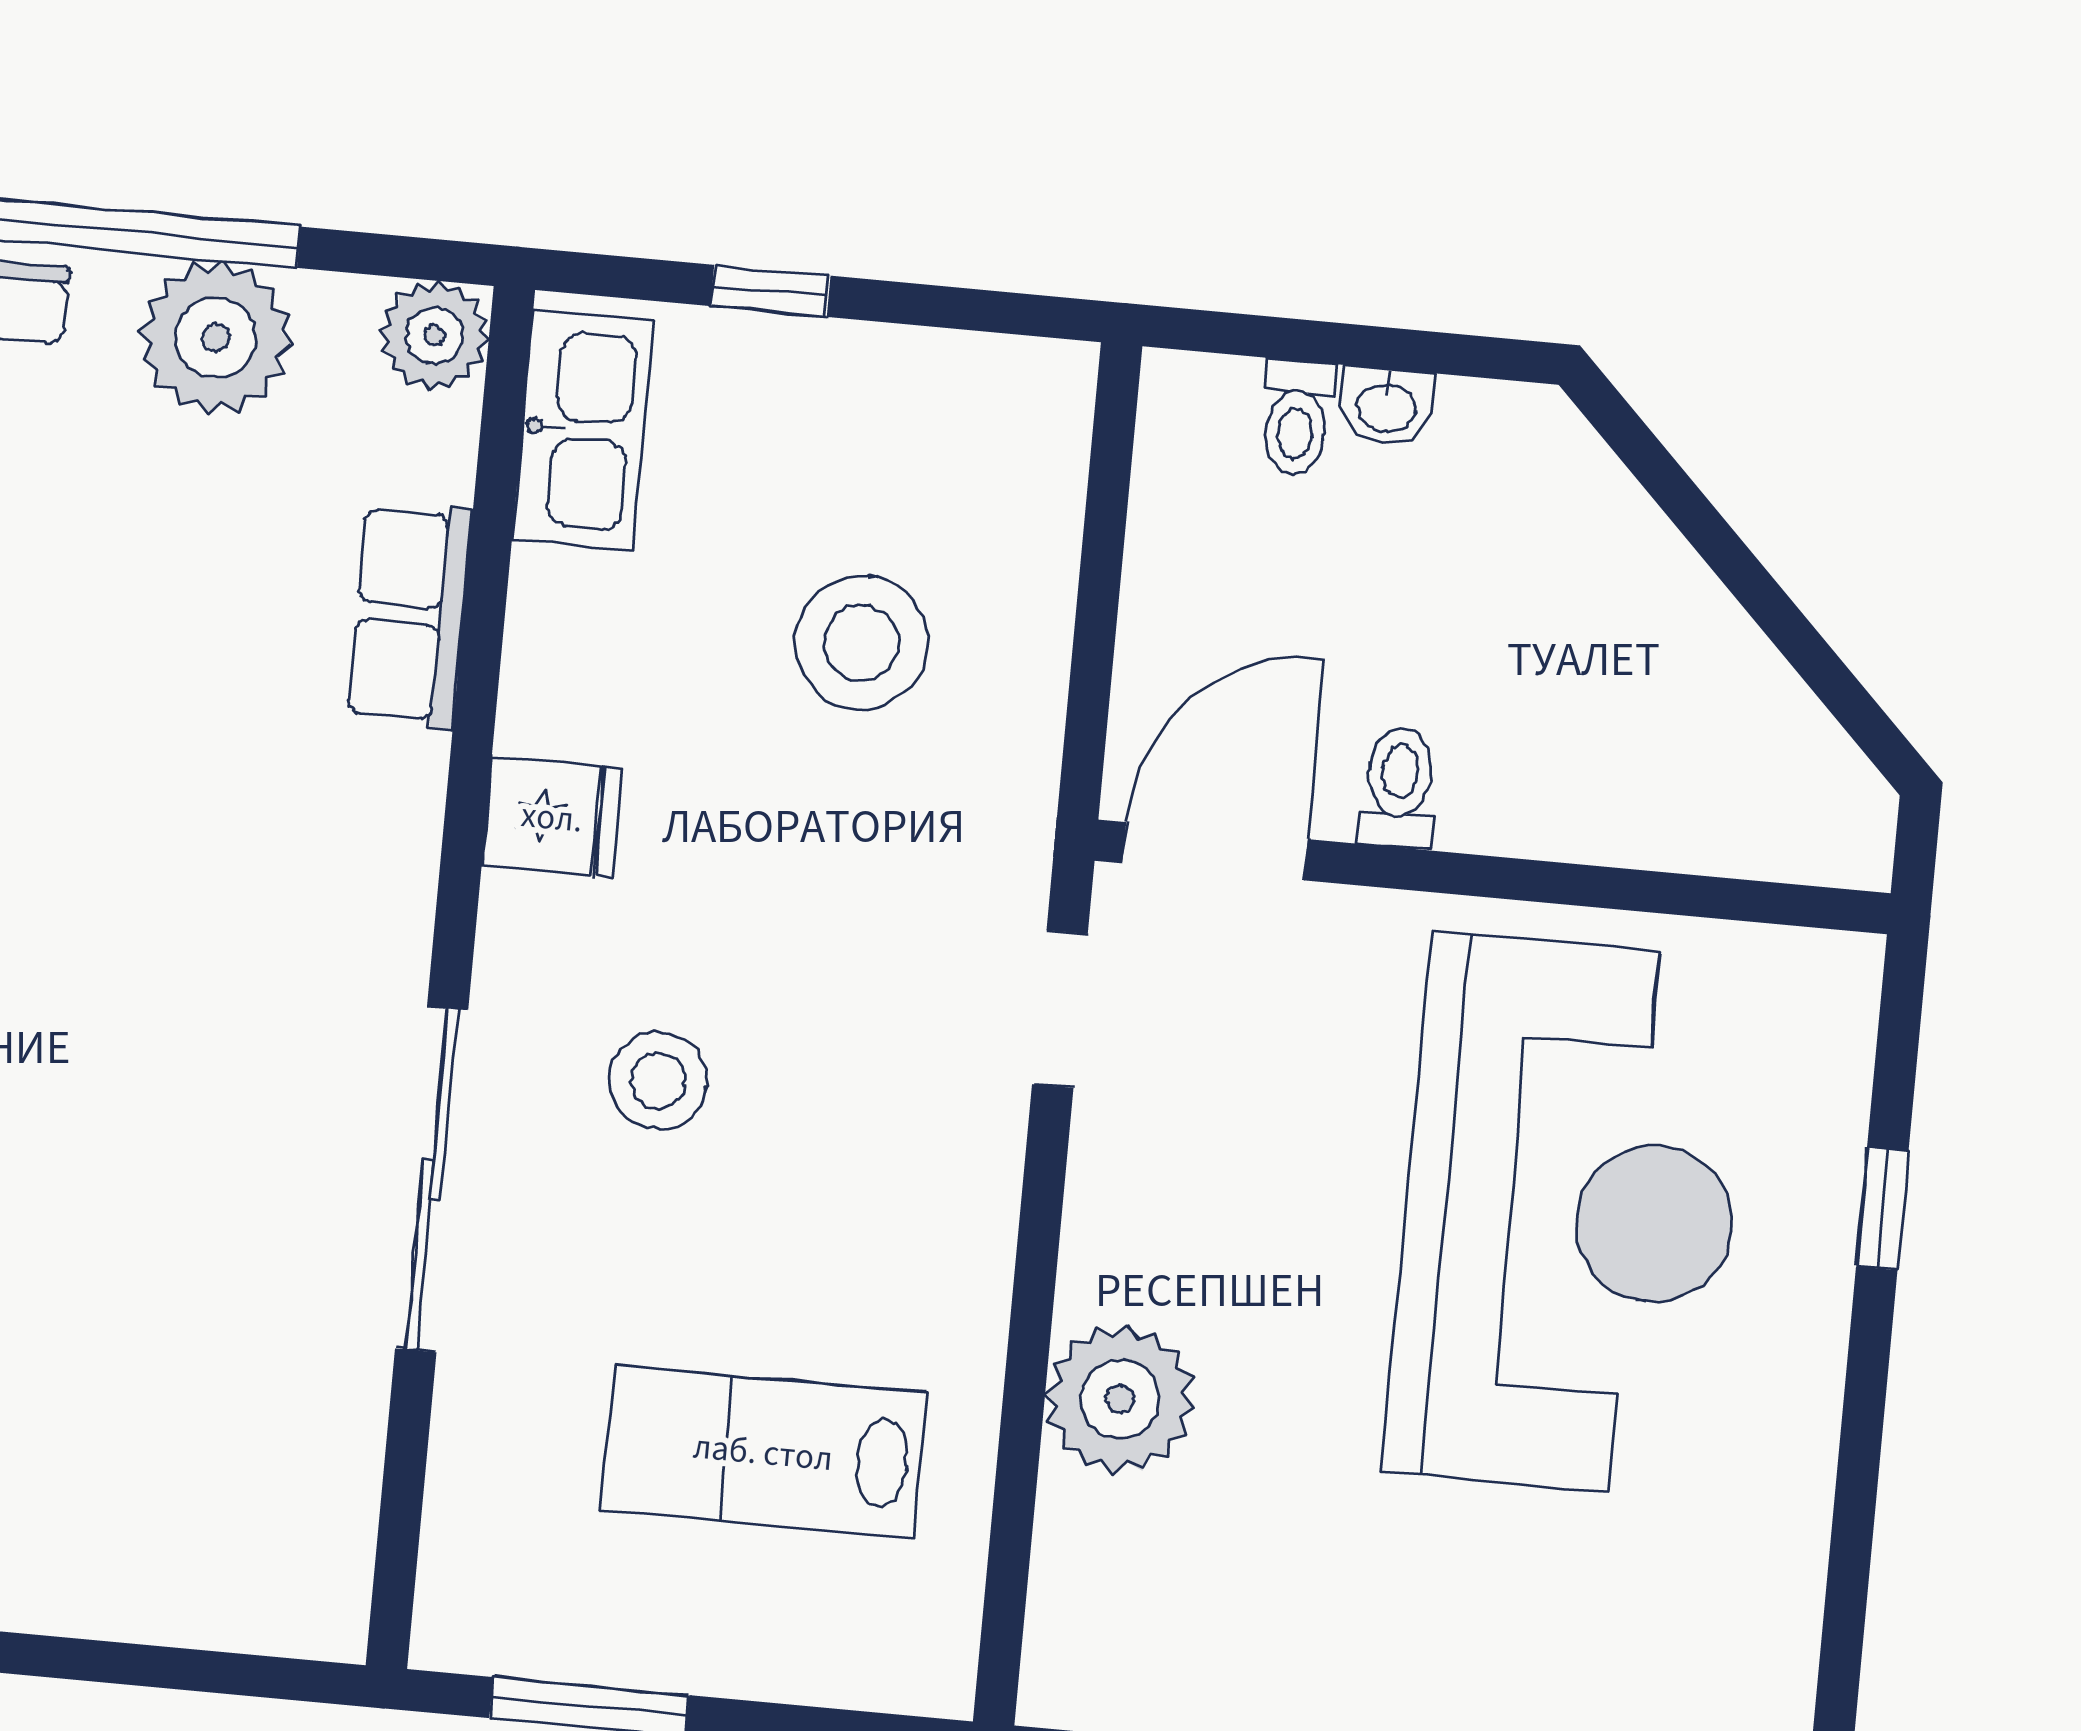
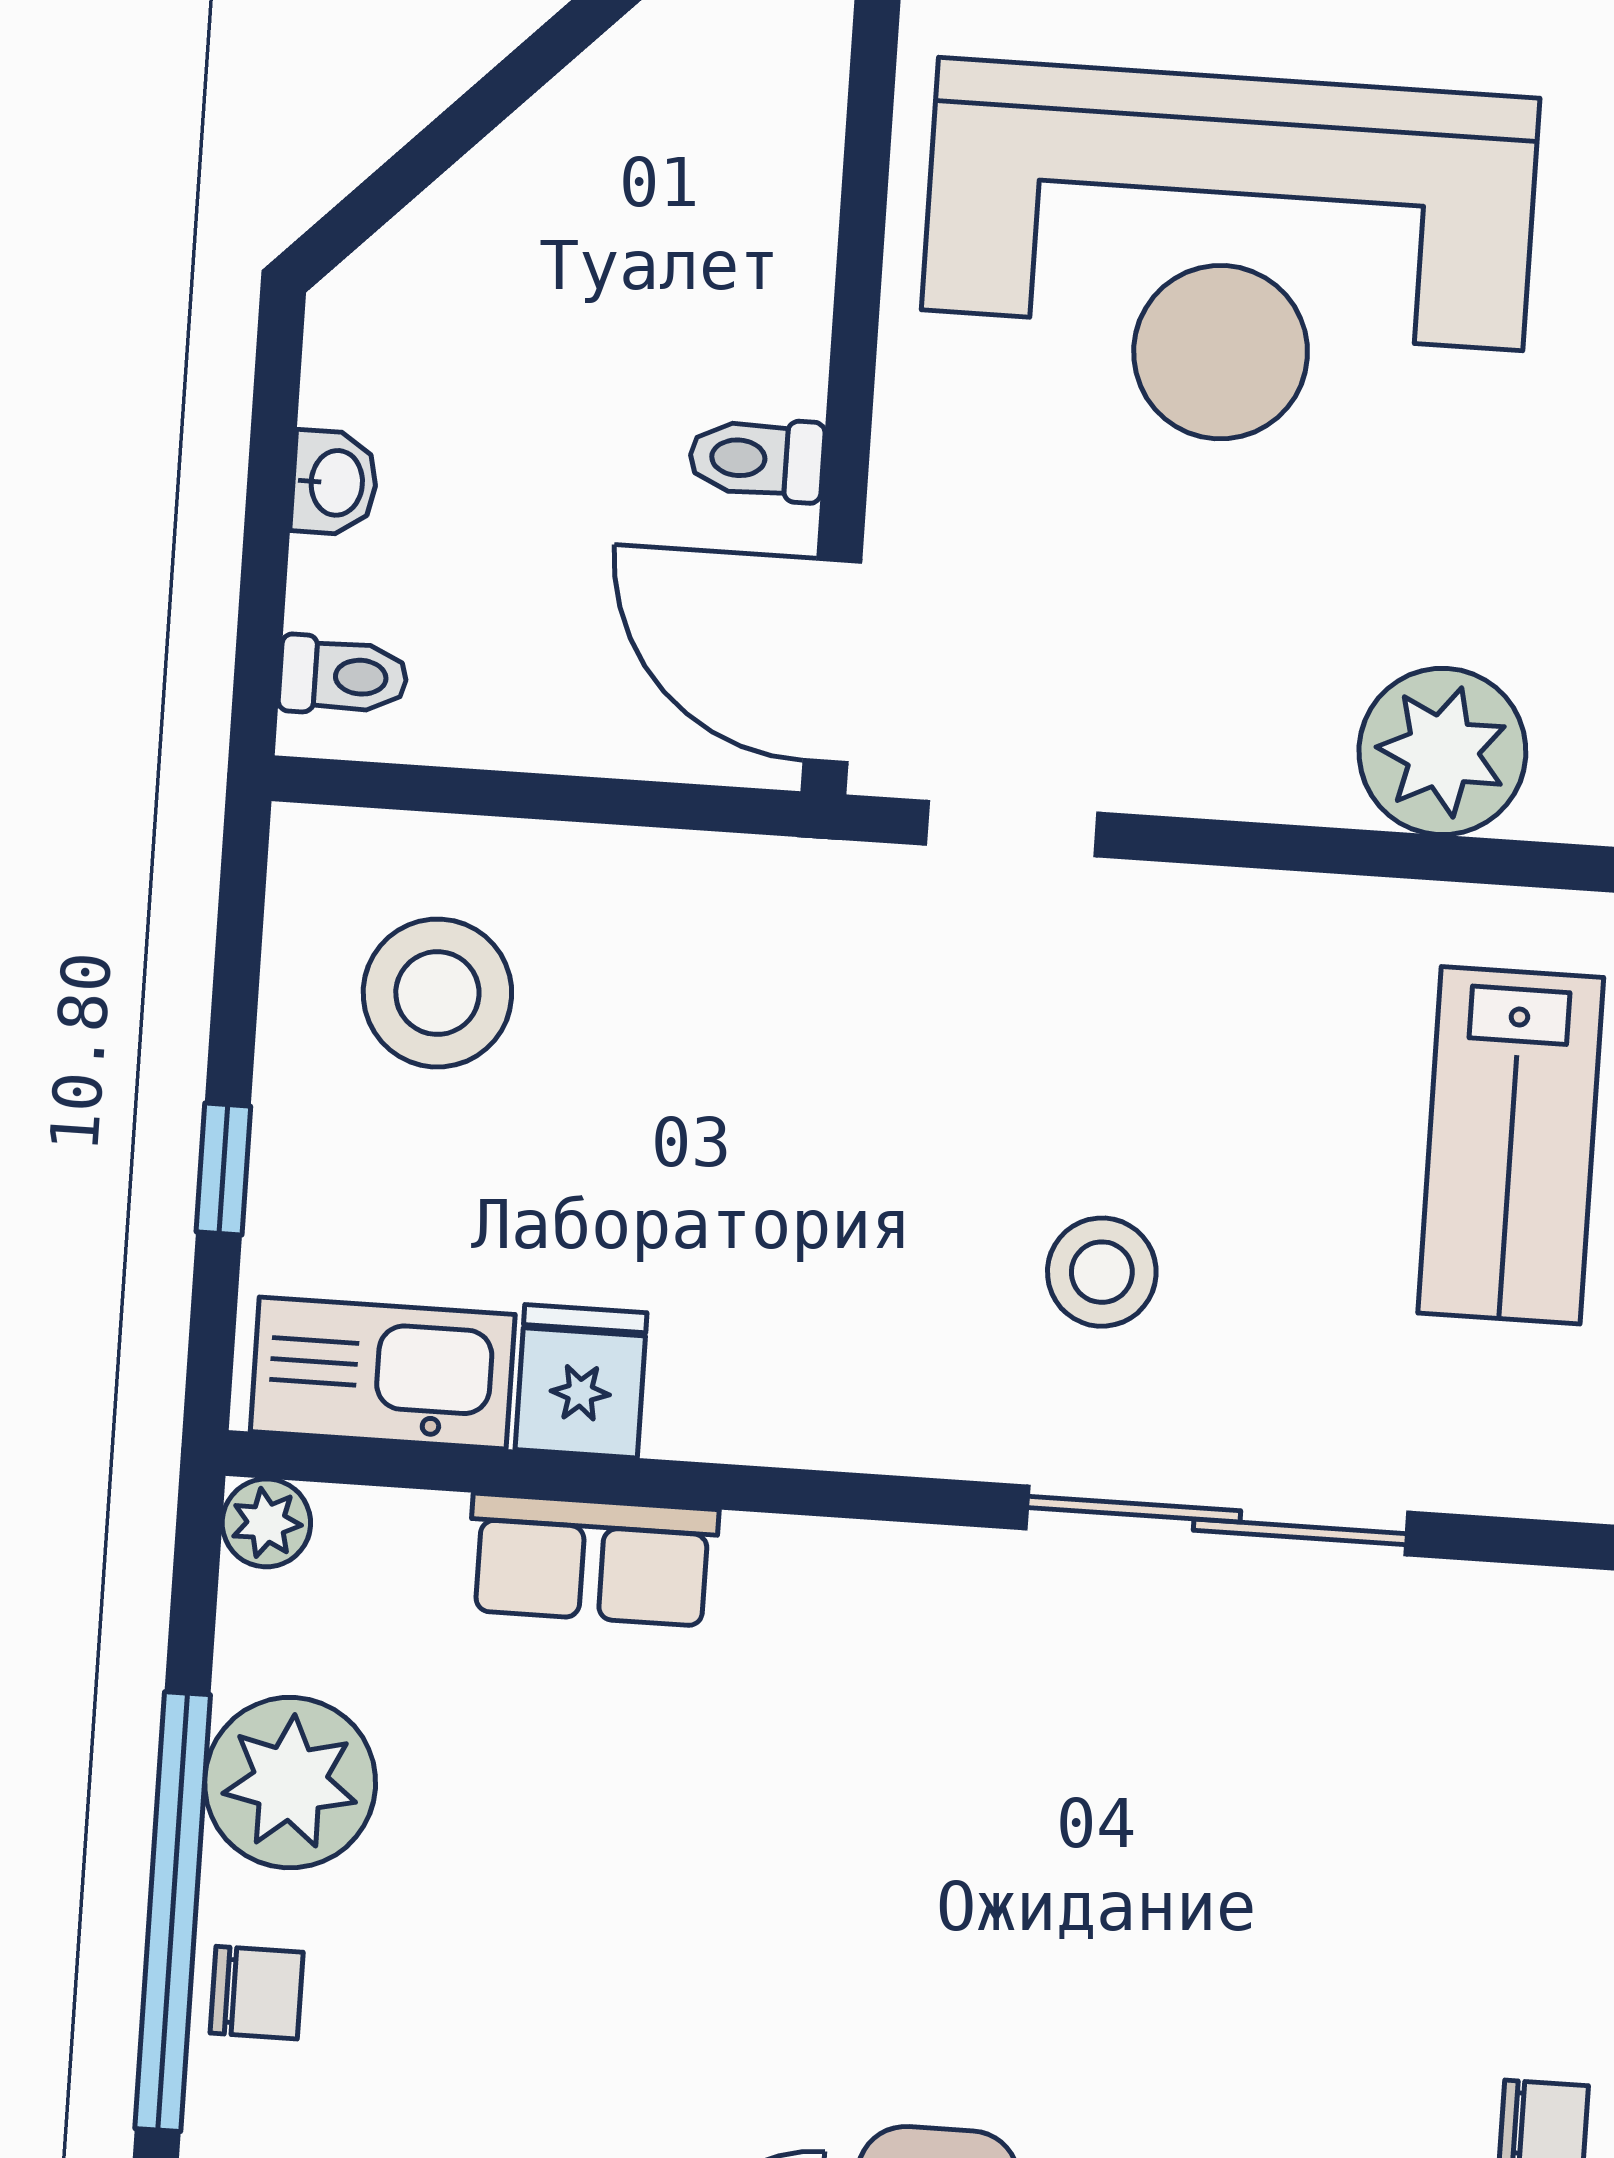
plant: (434, 335) -> (266, 1523), width x0.73, depth x0.73
toilet: (1296, 418) -> (343, 676), moved
stool: (861, 643) -> (437, 993), moved
fridge: (552, 817) -> (581, 1381), moved
reception desk: (1569, 1216) -> (1227, 258), turned 180

